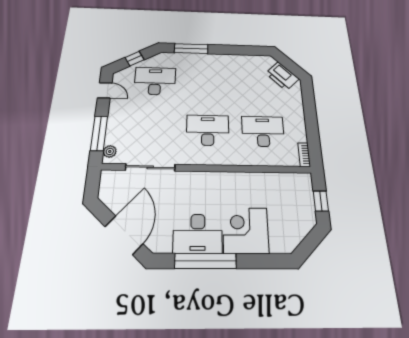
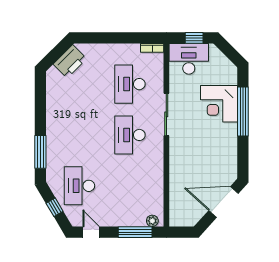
door: (105, 90) -> (91, 232), hinge flipped
sliding door: (150, 167) -> (166, 114), moved
desk: (198, 234) -> (189, 59), moved, turned -90
window: (206, 261) -> (243, 112), moved

